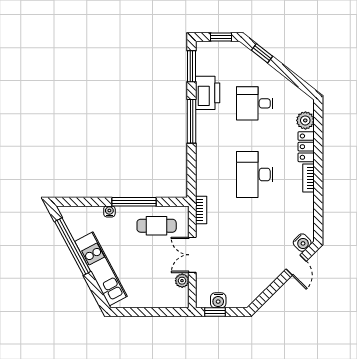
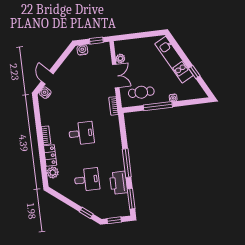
desk: (255, 174) -> (81, 133), width x0.73
window: (73, 247) -> (194, 72), width x0.32
water cooler: (218, 300) -> (82, 50), moved

